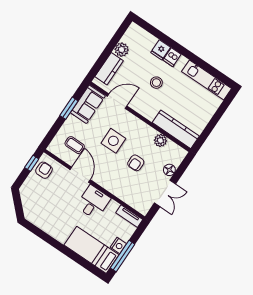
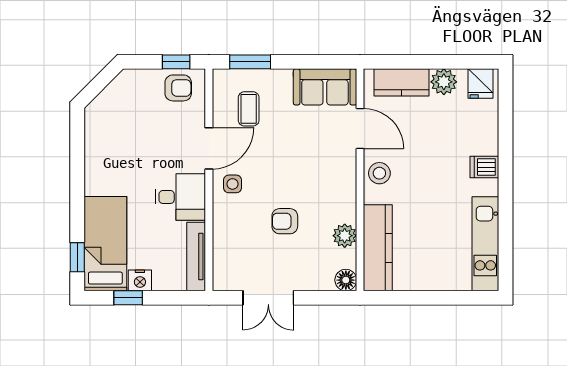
fridge: (161, 50) -> (480, 84), moved, turned -90
stool: (156, 83) -> (379, 173), moved
window: (69, 108) -> (250, 62), moved
side table: (113, 141) -> (233, 184), moved, width x0.54, depth x0.54
floor lamp: (169, 170) -> (346, 280), moved
tv unit: (129, 216) -> (196, 257), width x1.41
window: (123, 256) -> (128, 298), width x0.46
window: (89, 267) -> (77, 257), added

